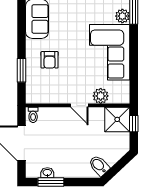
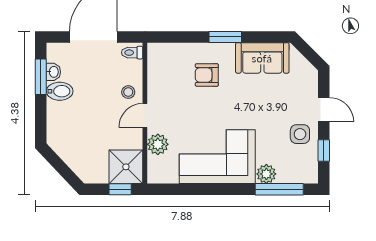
window: (22, 70) -> (225, 37), moved
stool: (62, 118) -> (128, 92), added
bidet: (99, 166) -> (60, 91), moved, turned 43

